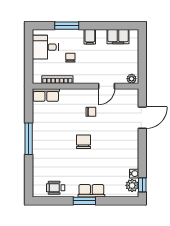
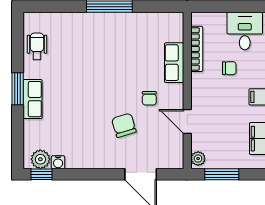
window: (142, 63) -> (222, 174), added
row of seats: (46, 95) -> (174, 63), moved
chair: (83, 142) -> (124, 125), moved, turned -107

